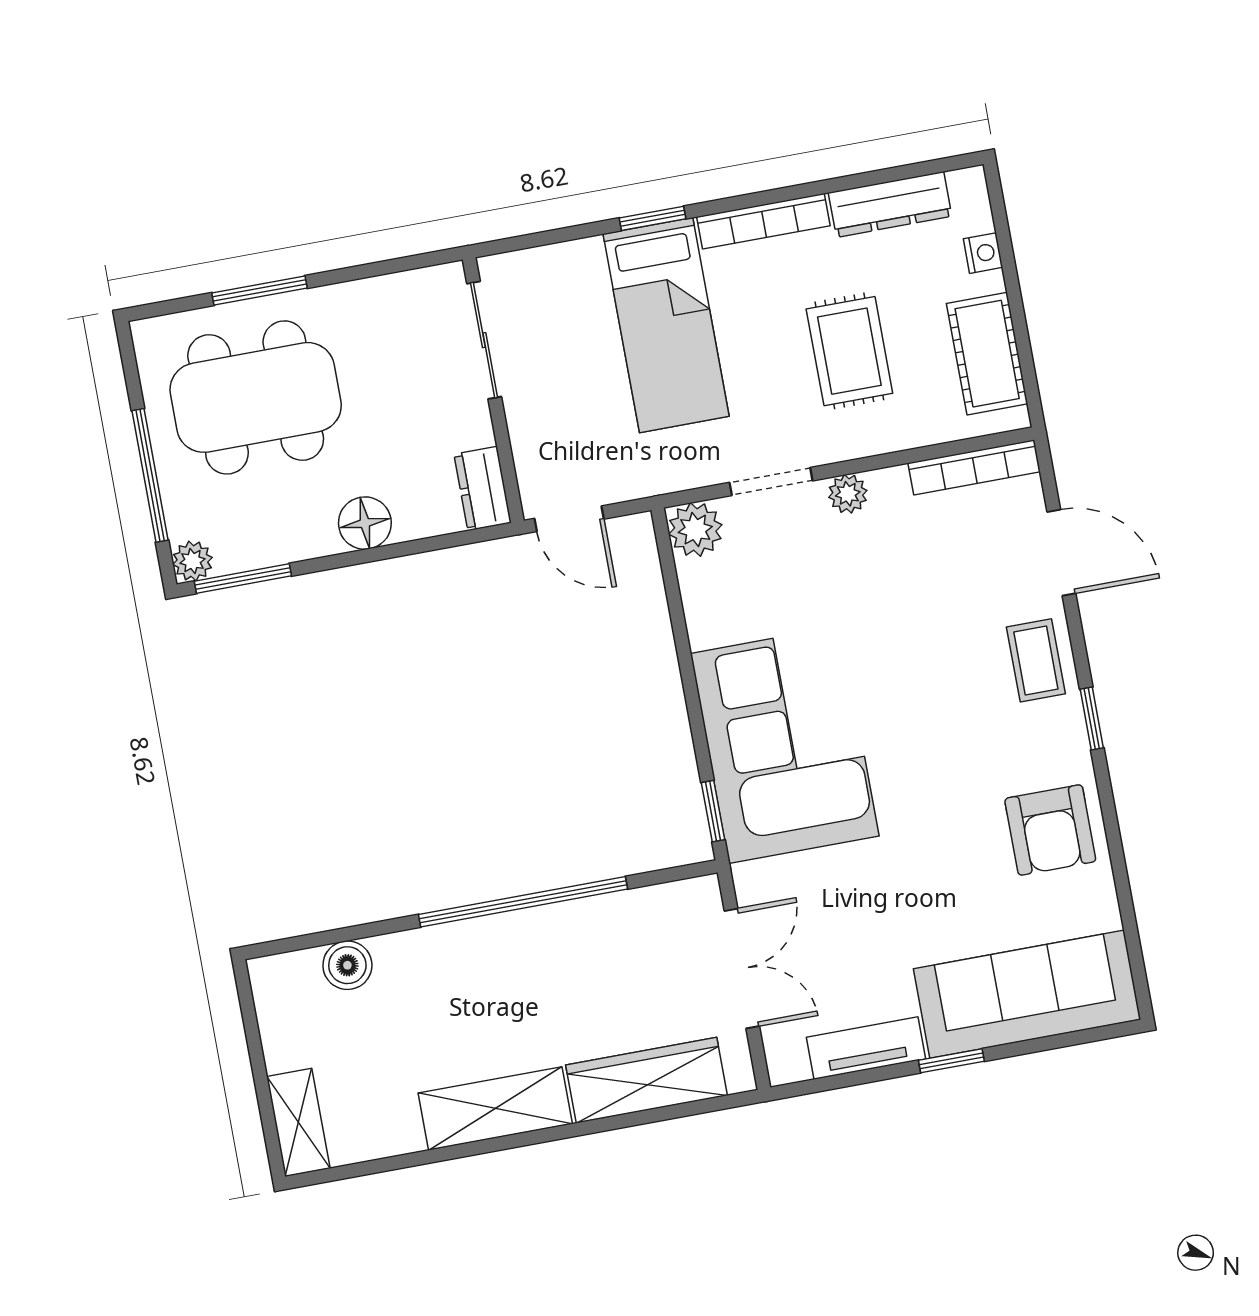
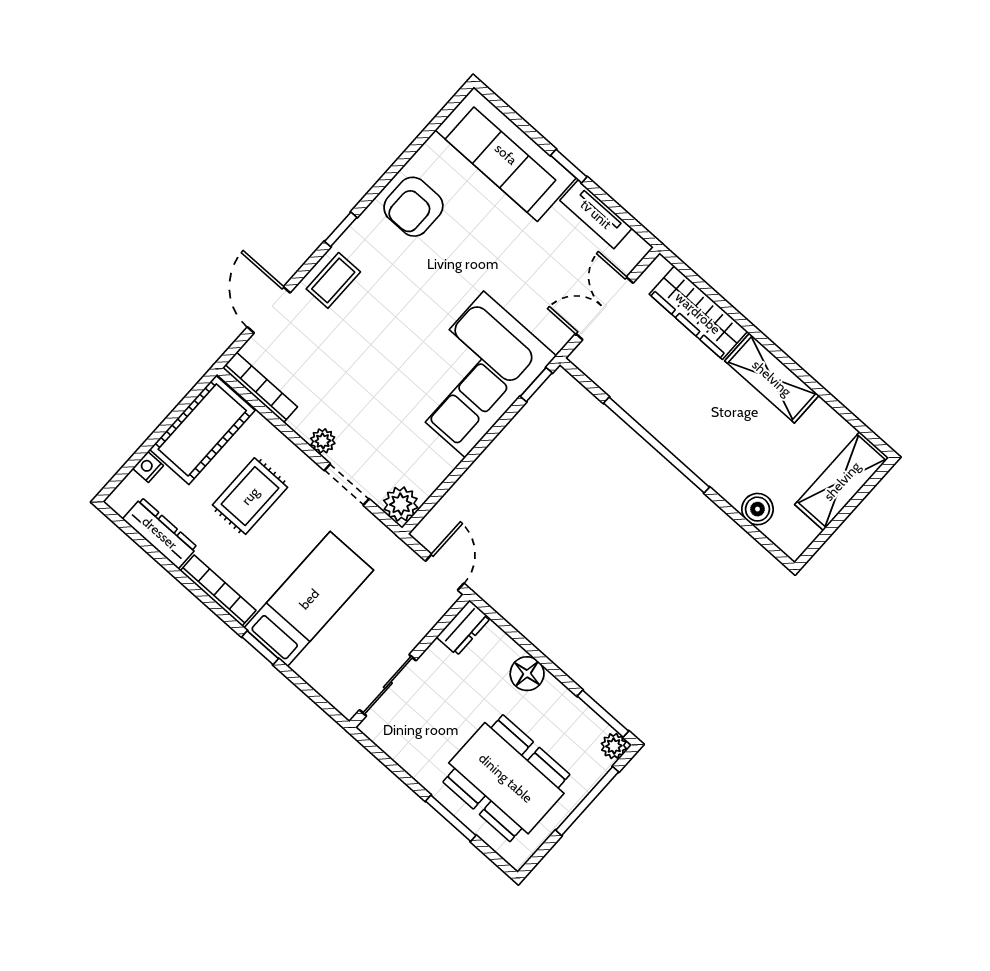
cot: (987, 354) -> (202, 430), width x1.37, depth x1.34
armchair: (1050, 830) -> (413, 207), turned 180
shelving: (298, 1122) -> (842, 481), width x1.50, depth x1.33

